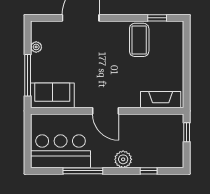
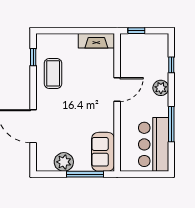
coffee table: (139, 40) -> (53, 73), turned 90
plant: (36, 47) -> (64, 162), width x1.88, depth x1.88
fireplace: (161, 100) -> (96, 41), moved, turned -90
door: (106, 111) -> (117, 90), moved

